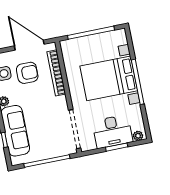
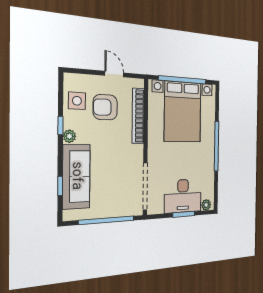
door: (29, 45) -> (114, 74), width x0.53
armchair: (27, 73) -> (105, 107), turned 180
bed with nightstands: (109, 78) -> (183, 112), moved, turned -90

